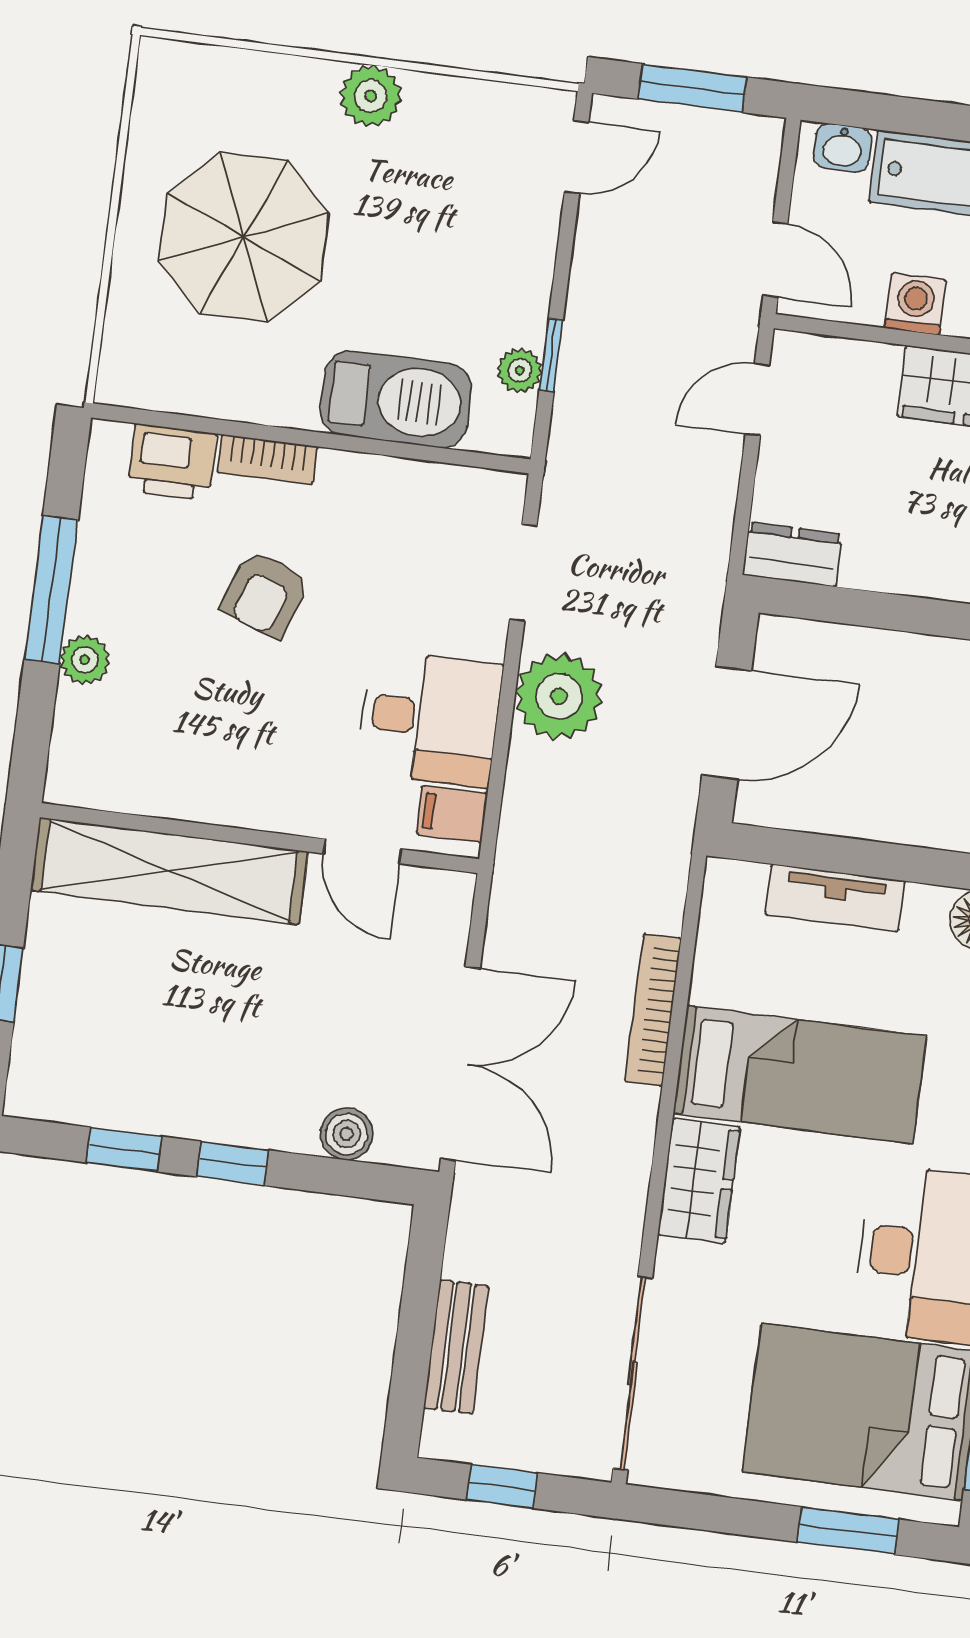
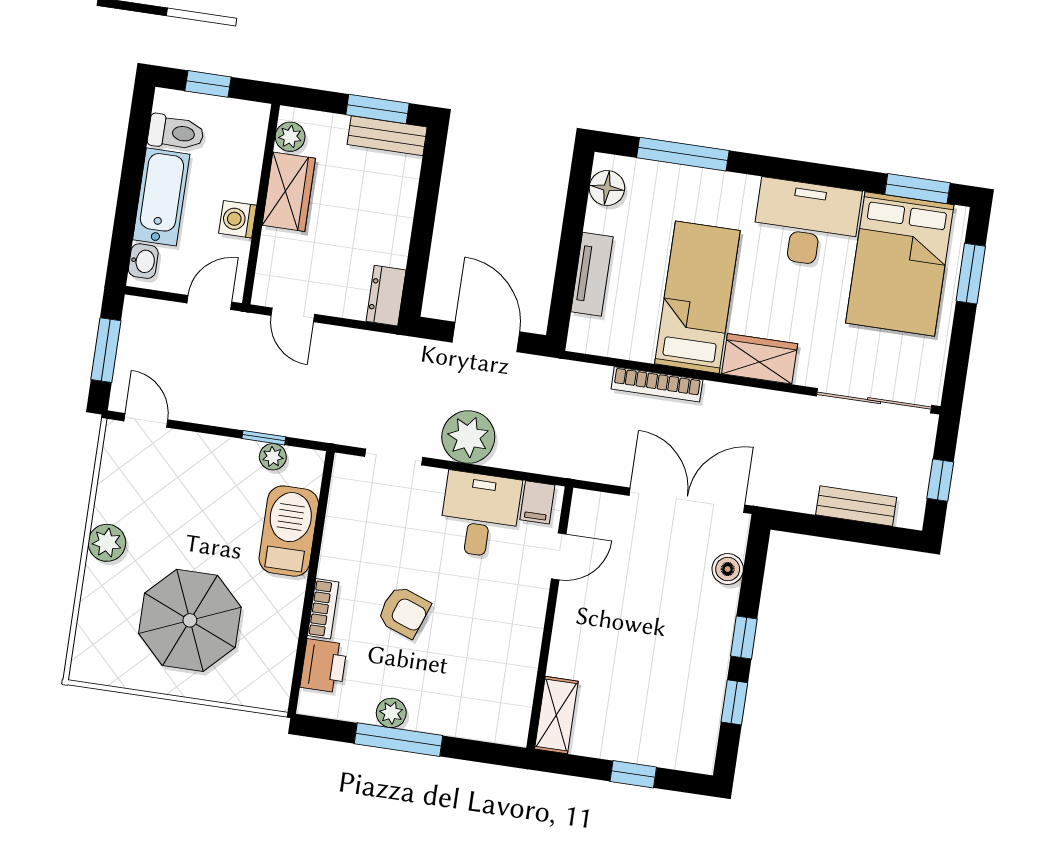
plant: (85, 660) -> (391, 713), moved
shelving: (169, 871) -> (556, 715), width x0.45, depth x0.75

